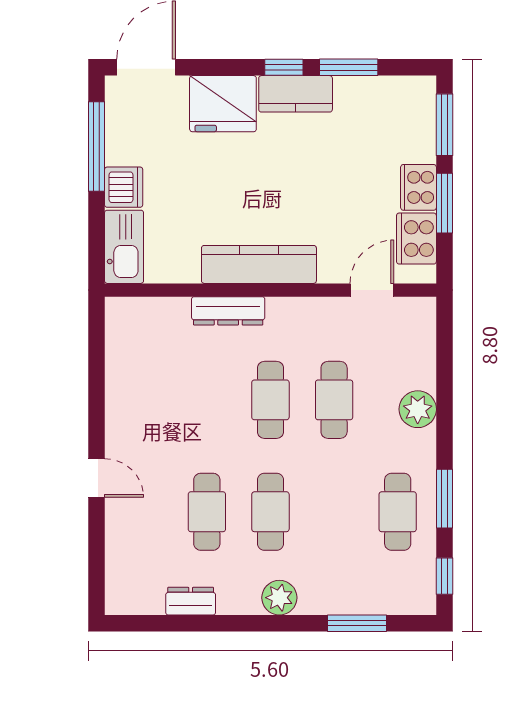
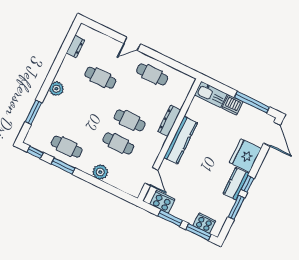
cooker: (418, 187) -> (204, 223), moved
cafe table: (270, 512) -> (152, 74), moved
dresser: (191, 601) -> (75, 47), moved

